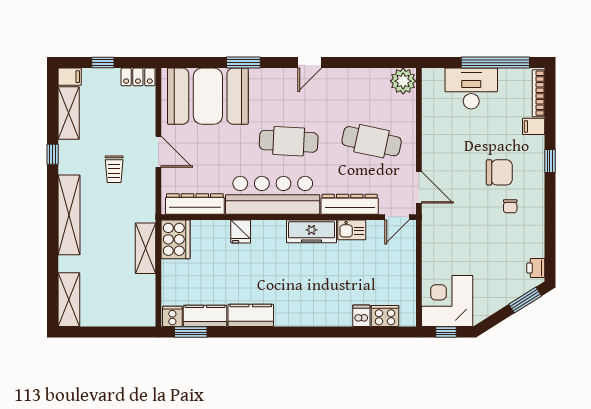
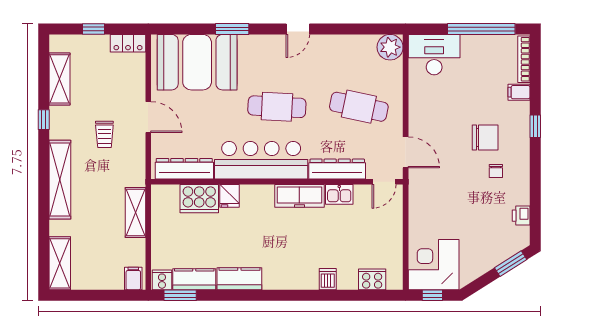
filing cabinet: (70, 77) -> (133, 279), moved, turned -90
desk: (471, 88) -> (434, 55), moved
cooker: (175, 239) -> (199, 199), moved, turned 90
printer: (536, 268) -> (521, 216), moved
dishwasher: (361, 316) -> (328, 279), moved

